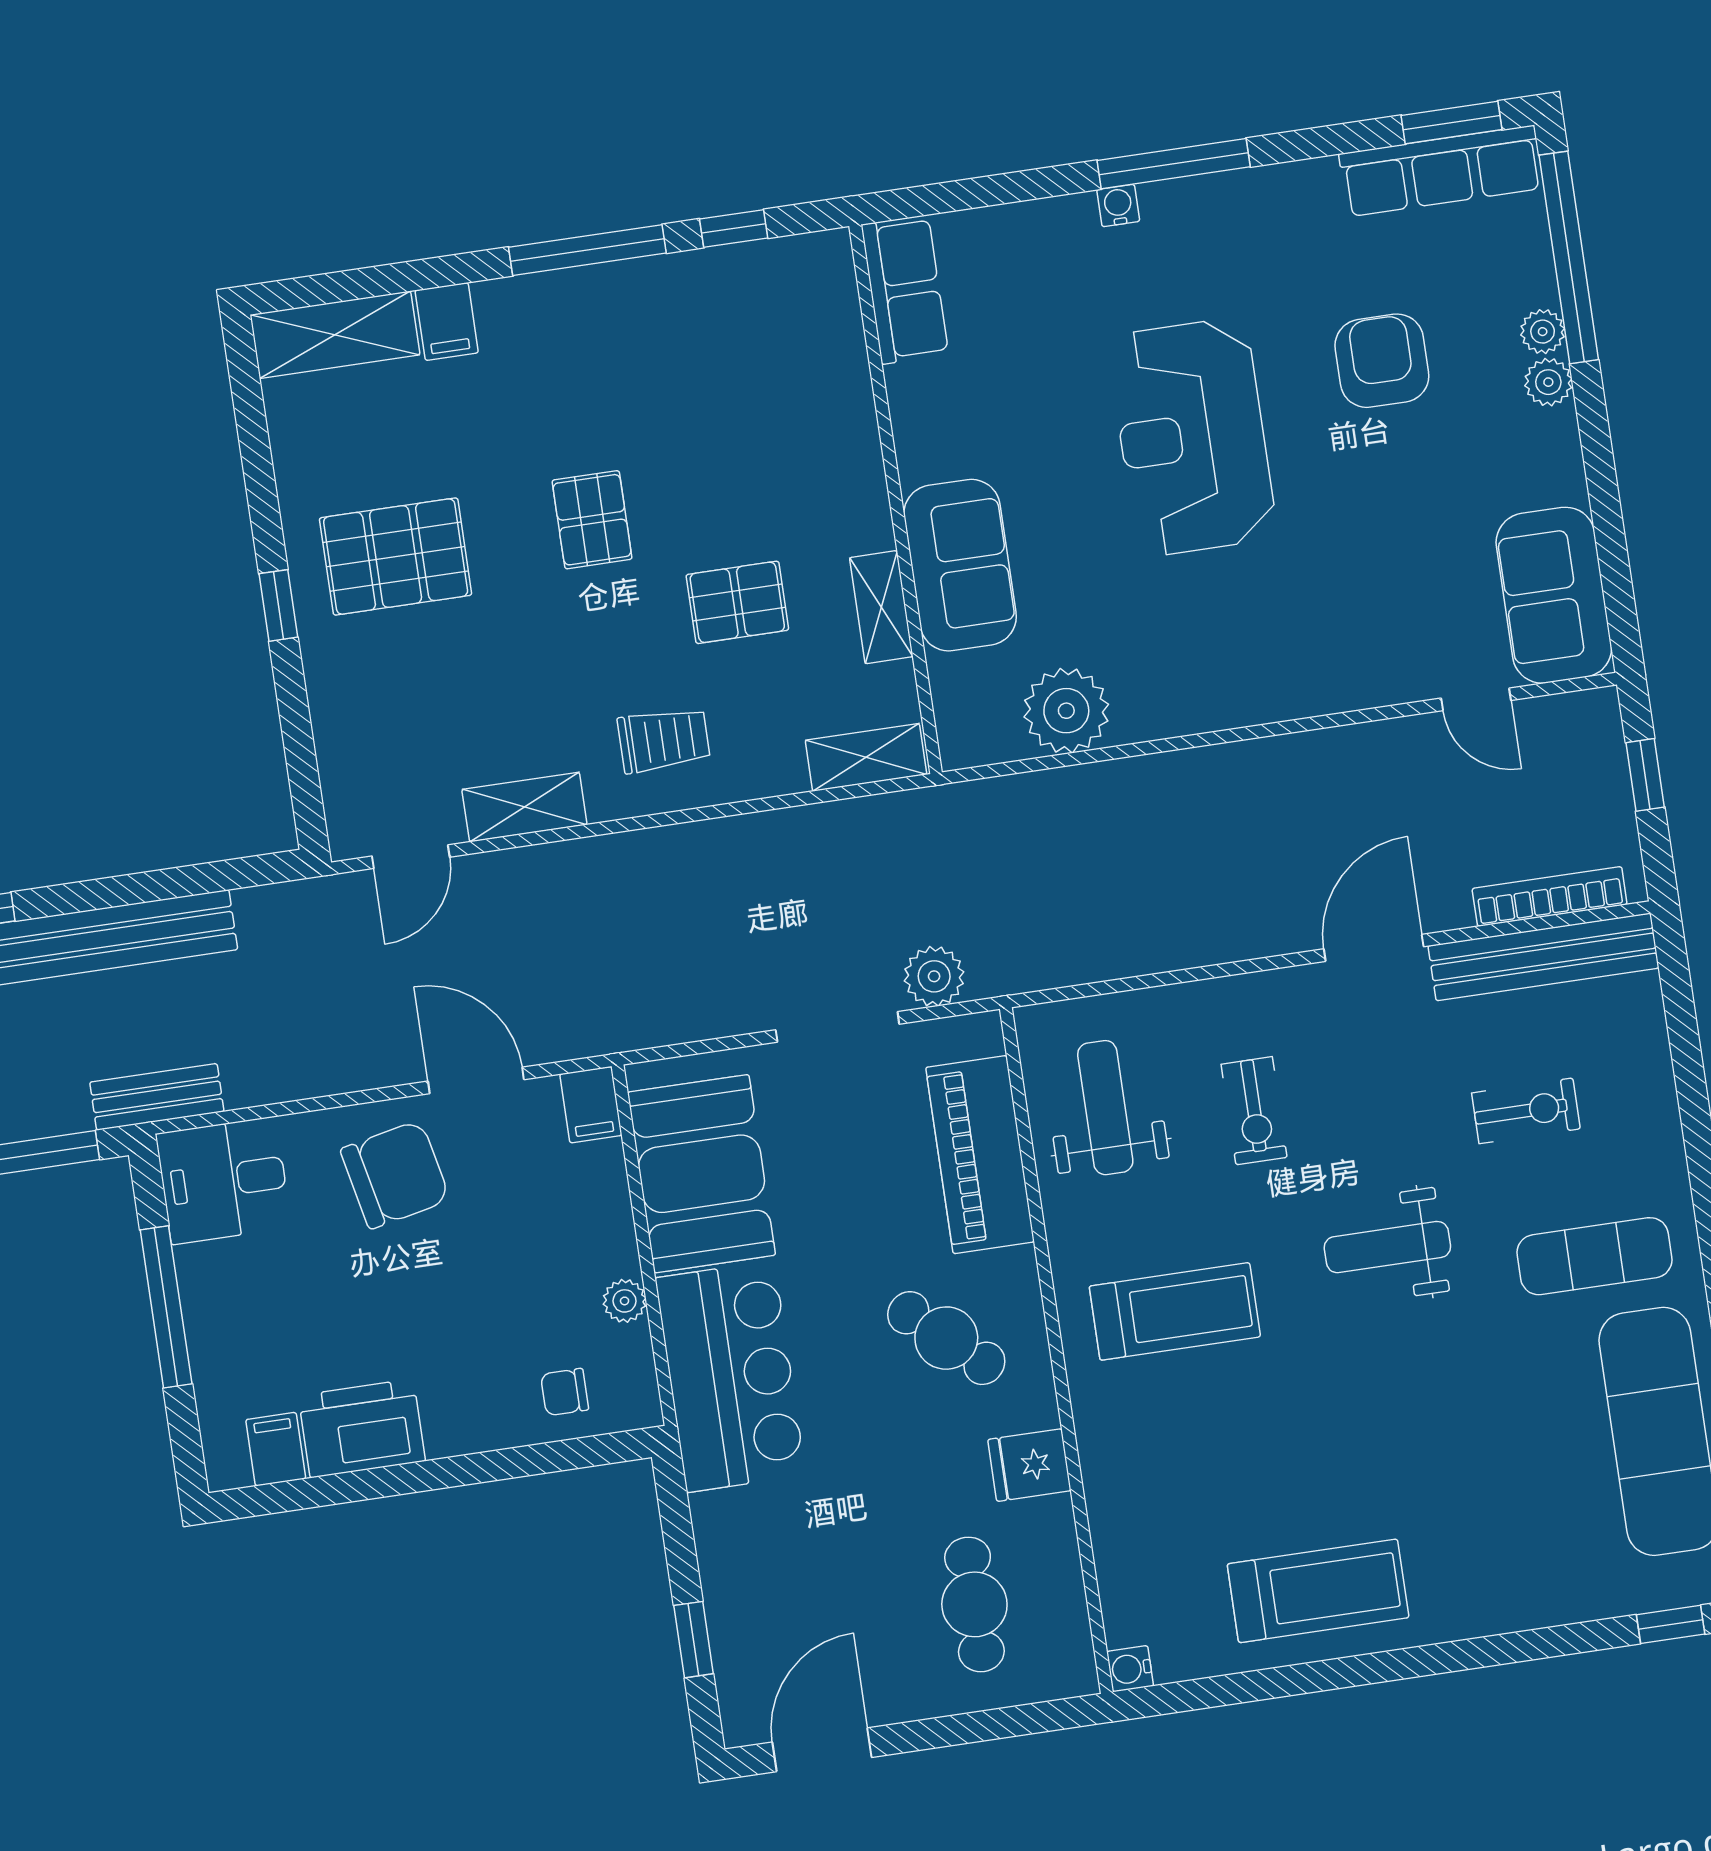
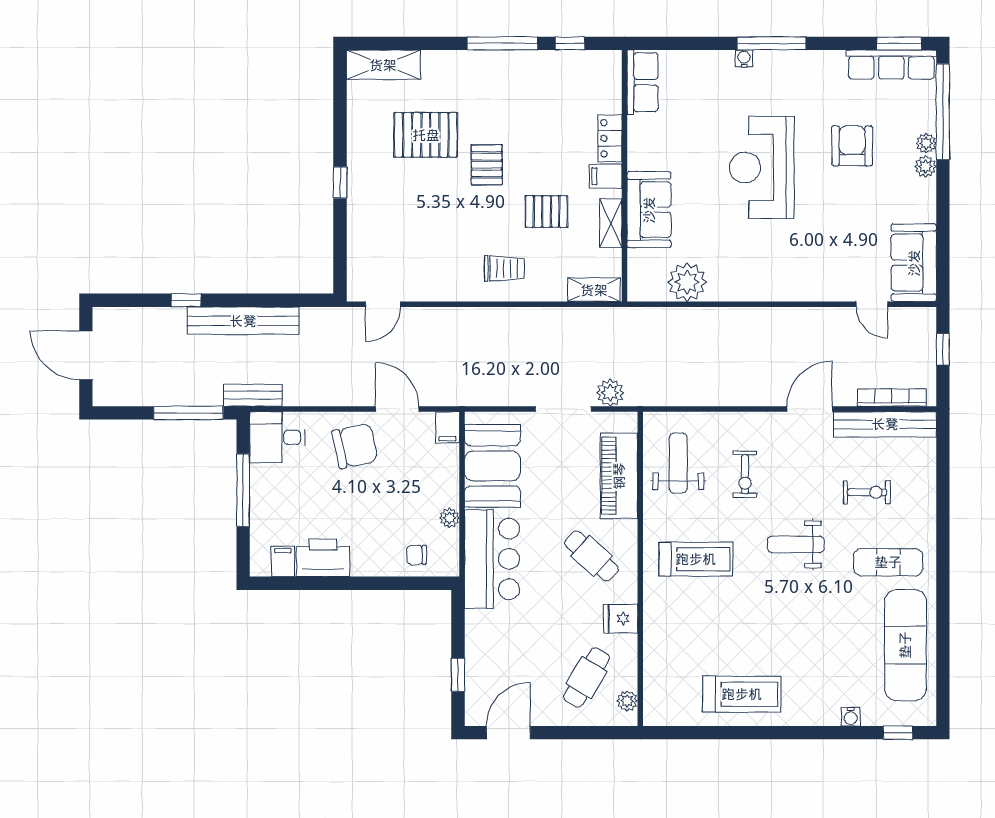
filing cabinet: (447, 322) -> (606, 176), moved, turned 90
locker: (852, 422) -> (610, 138), added
pallet: (396, 557) -> (426, 135), moved
shelving: (524, 807) -> (437, 289), removed
cafe table: (974, 1604) -> (587, 678), turned 31
plant: (1071, 1642) -> (627, 701), added
water cooler: (1130, 1669) -> (851, 717), moved, turned -90

